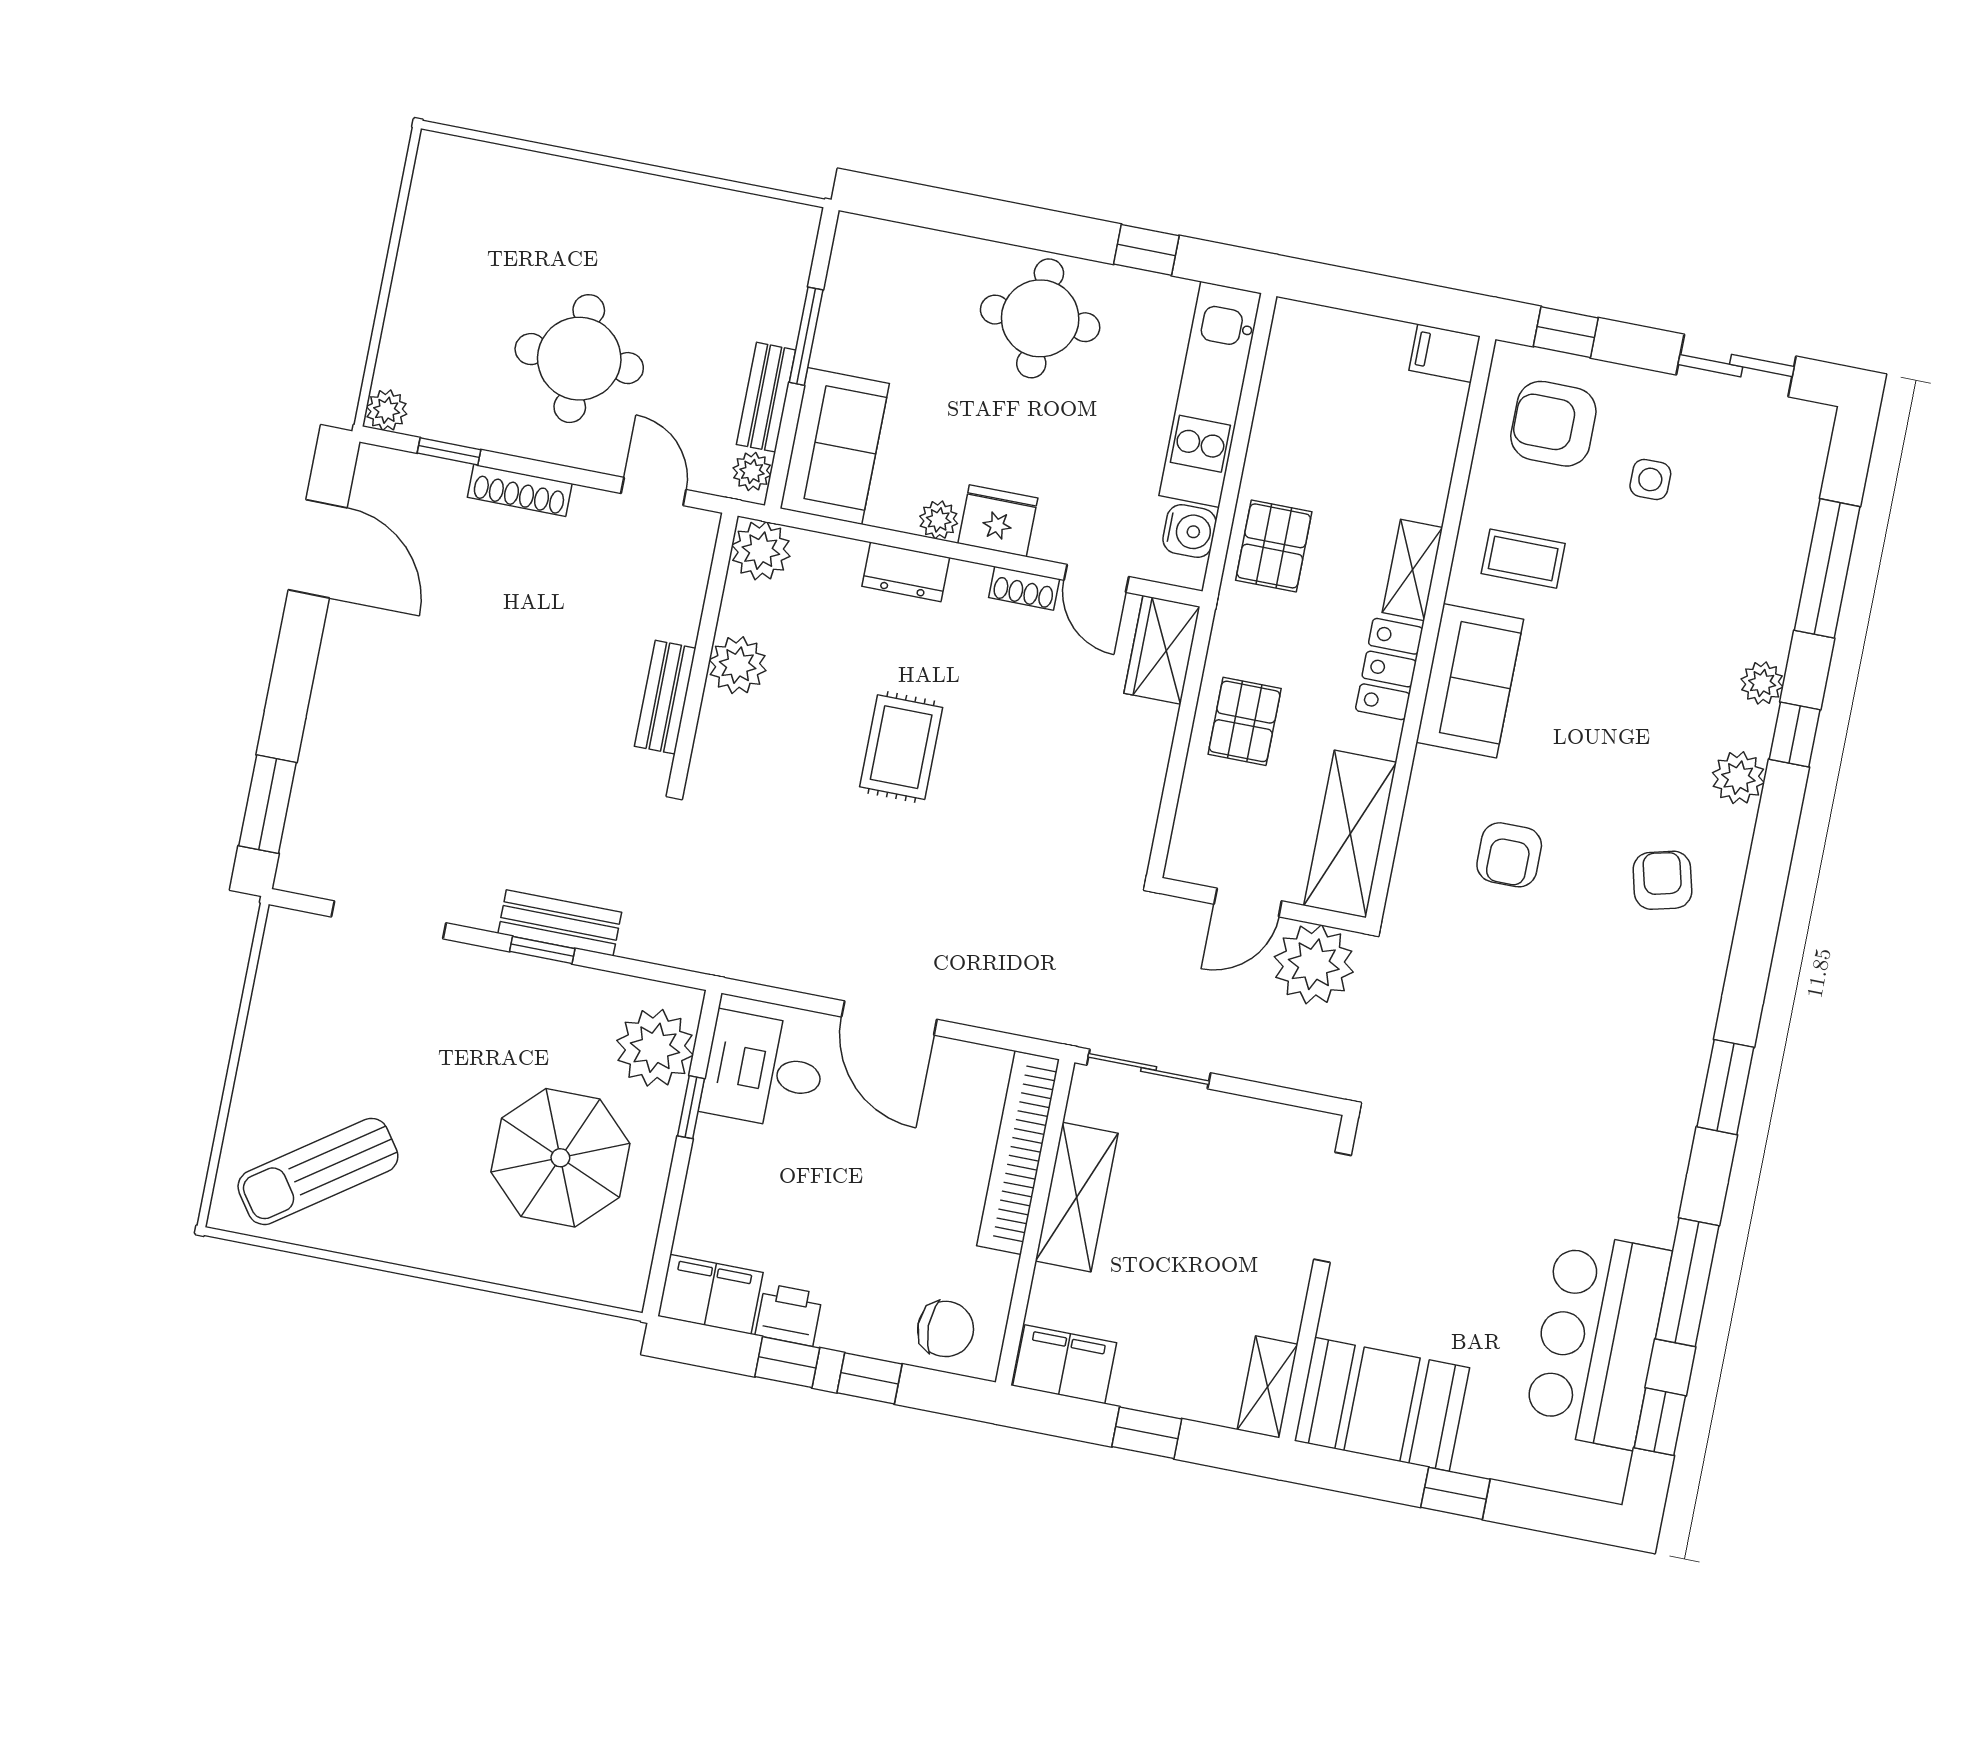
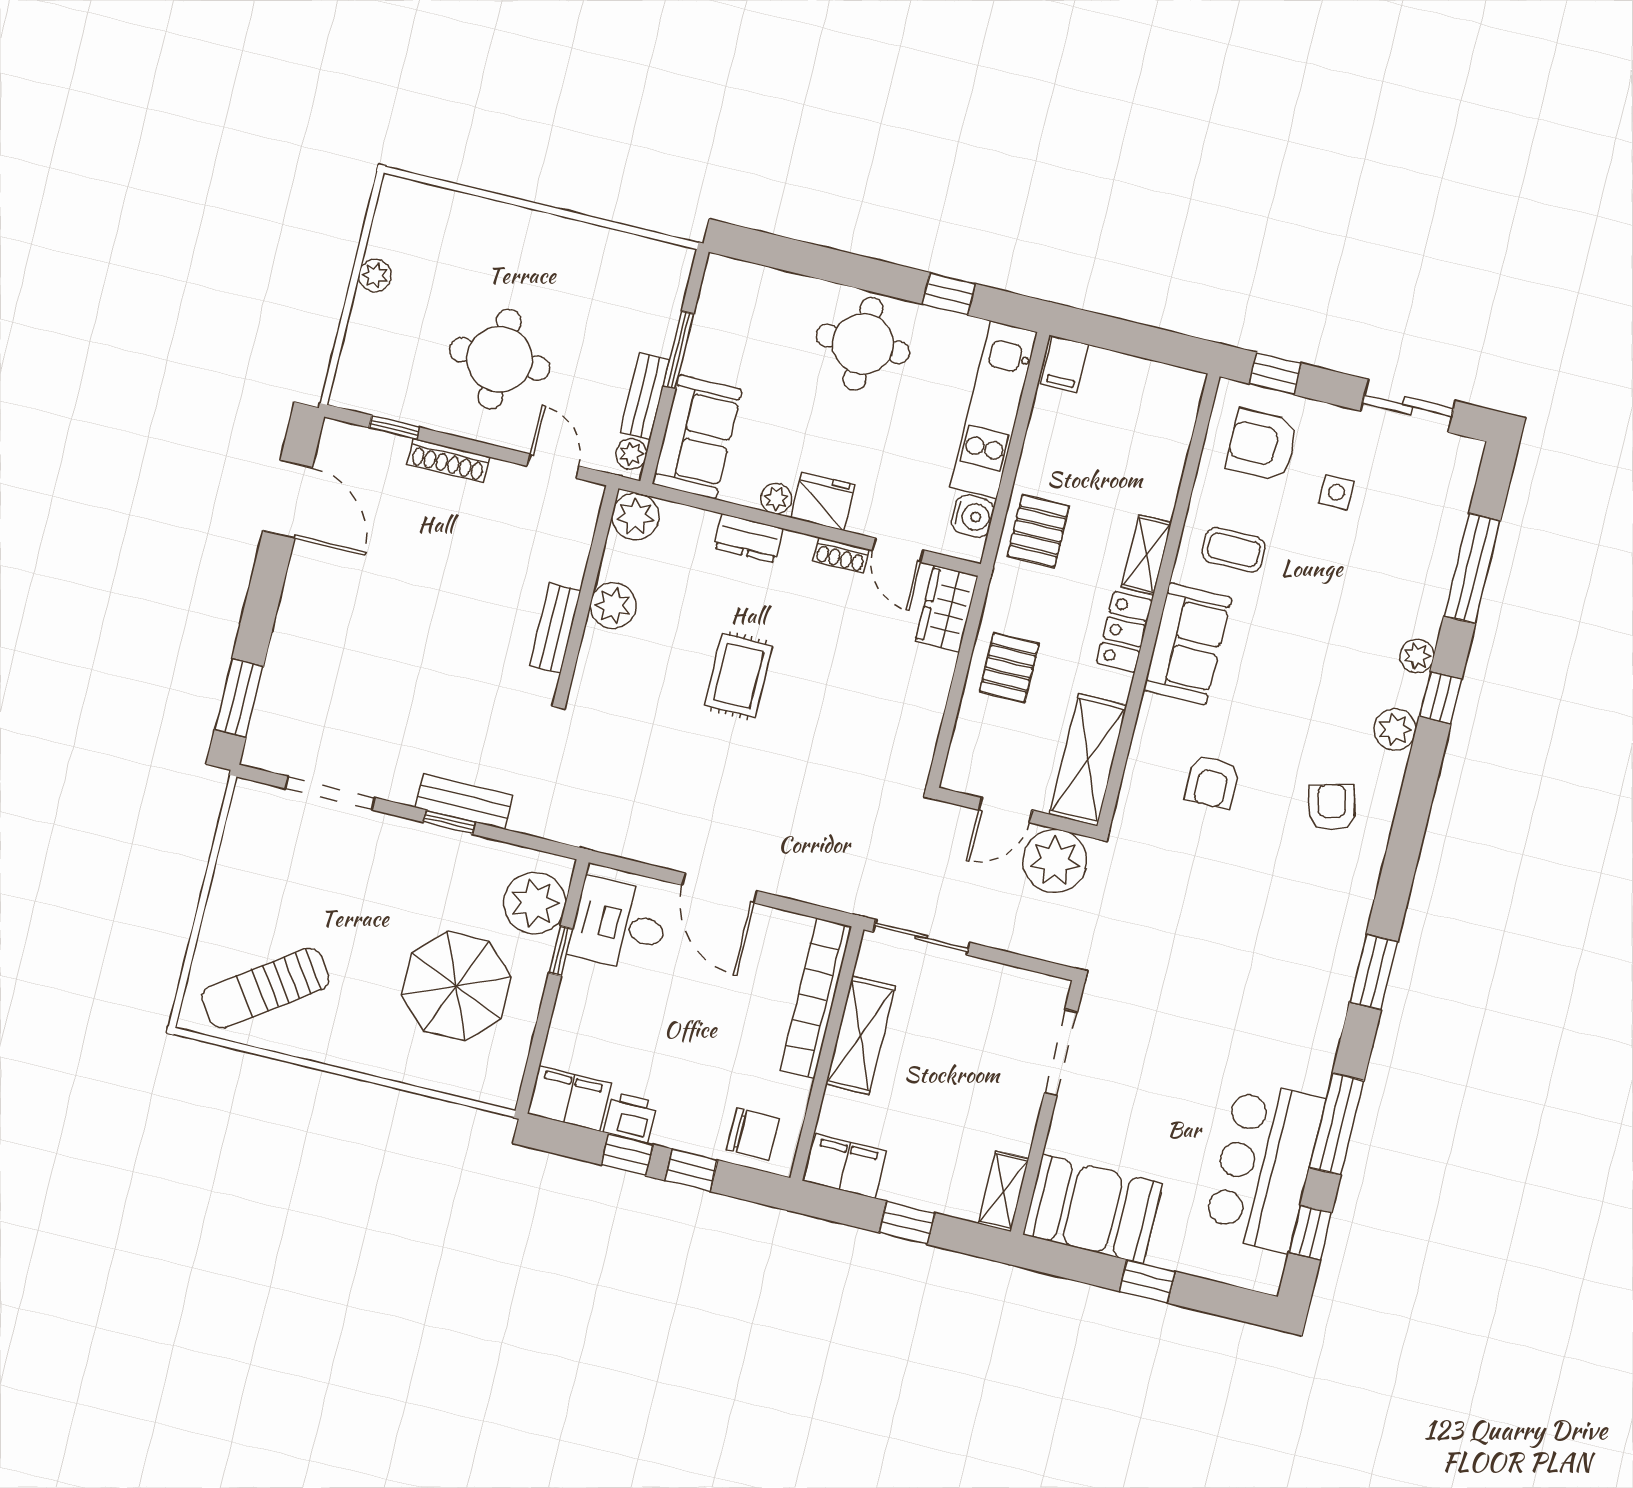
filing cabinet: (1445, 353) -> (1065, 364), moved, turned -90
plant: (387, 410) -> (375, 275), moved

